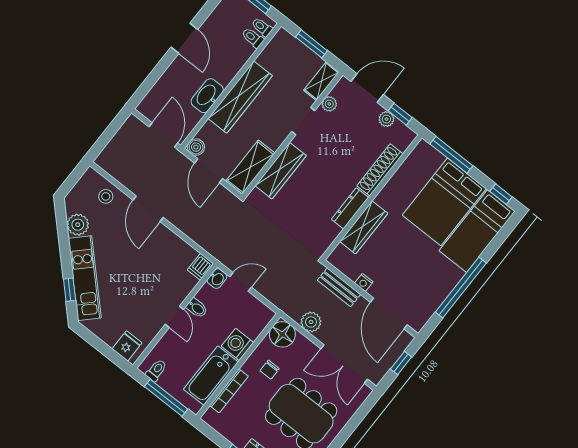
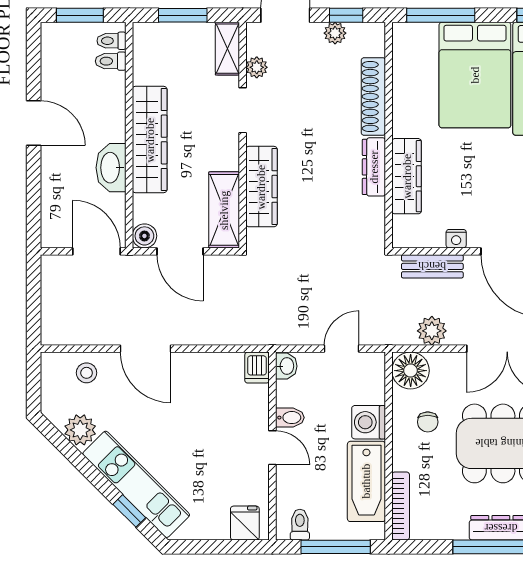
door: (241, 282) -> (342, 349), moved
bookcase: (229, 391) -> (401, 506), moved

